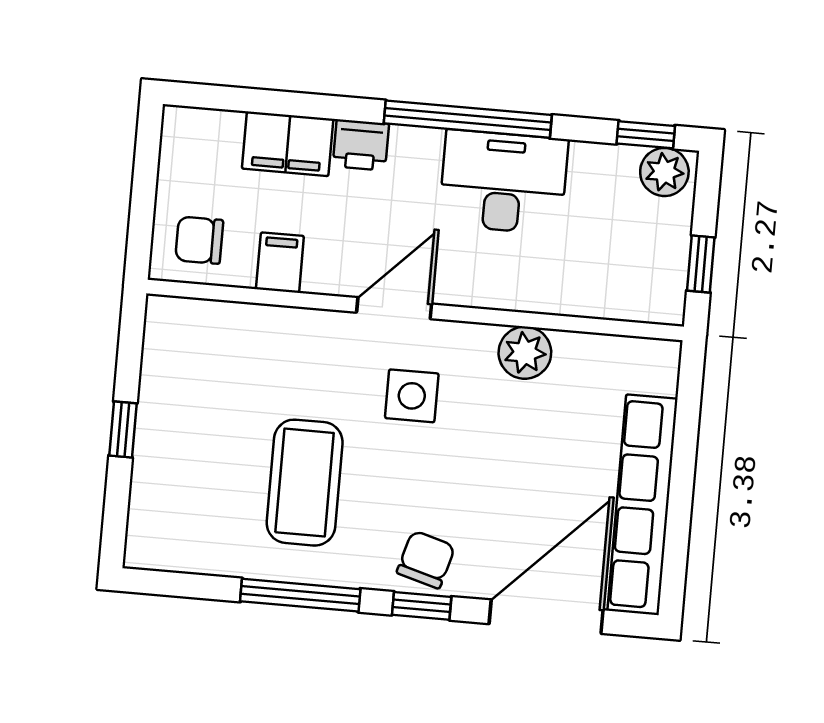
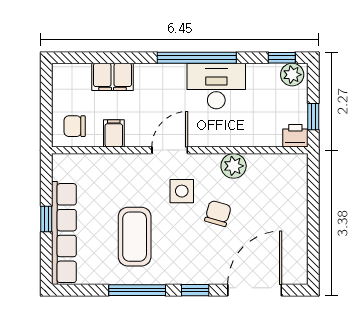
printer: (361, 145) -> (295, 136), moved, turned 180
row of seats: (643, 505) -> (64, 233), moved, turned 180
chair: (426, 559) -> (218, 213), moved

